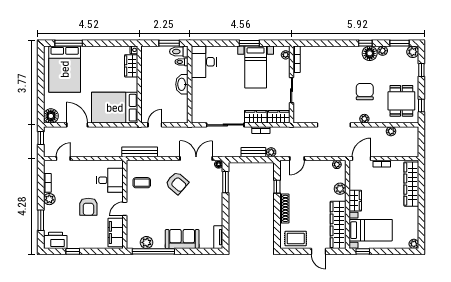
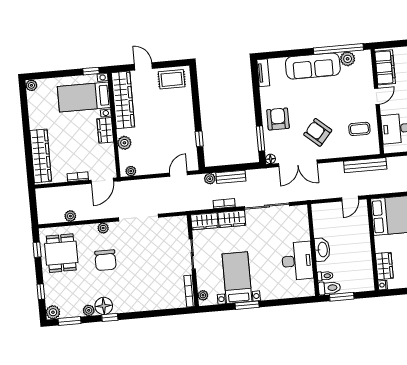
desk: (204, 62) -> (297, 261), moved
armchair: (209, 197) -> (278, 119), added
shoe rack: (284, 208) -> (188, 114), removed
sofa: (182, 239) -> (313, 66), width x1.36

